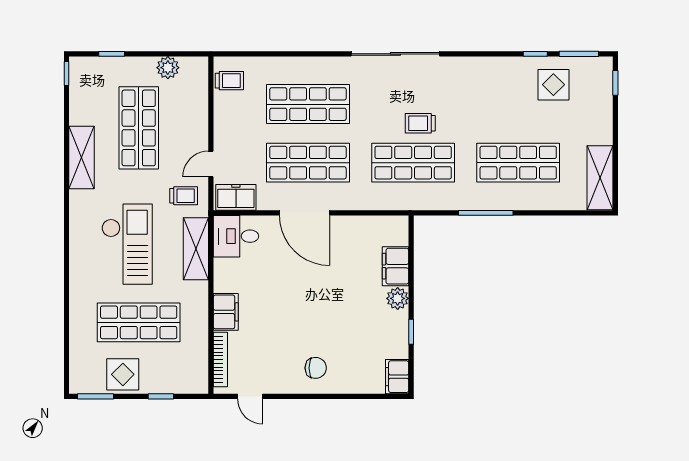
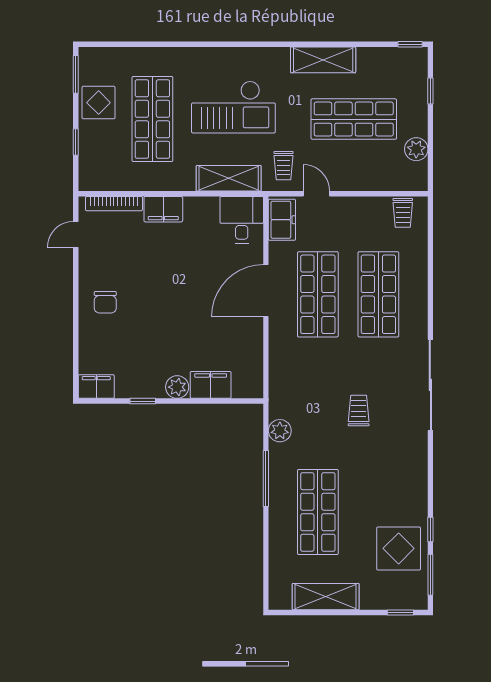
display table: (553, 85) -> (399, 548), width x1.36, depth x1.36
shop shelf: (413, 163) -> (318, 403), removed
shelving: (600, 178) -> (326, 597), moved
plant: (440, 199) -> (280, 431), added

